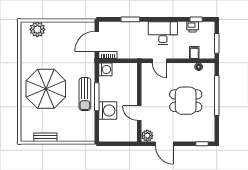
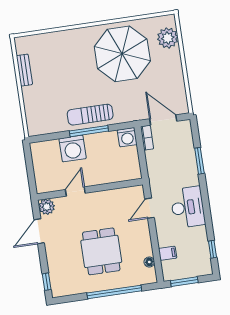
printer: (193, 27) -> (202, 246), removed
parasol: (46, 89) -> (122, 54), moved

